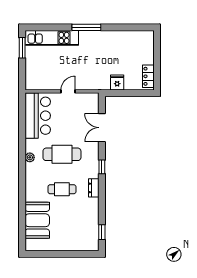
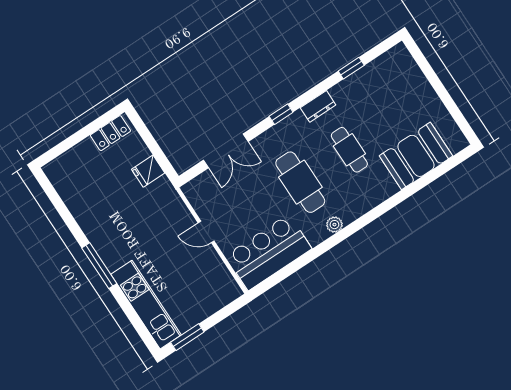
window: (102, 232) -> (351, 68), moved

